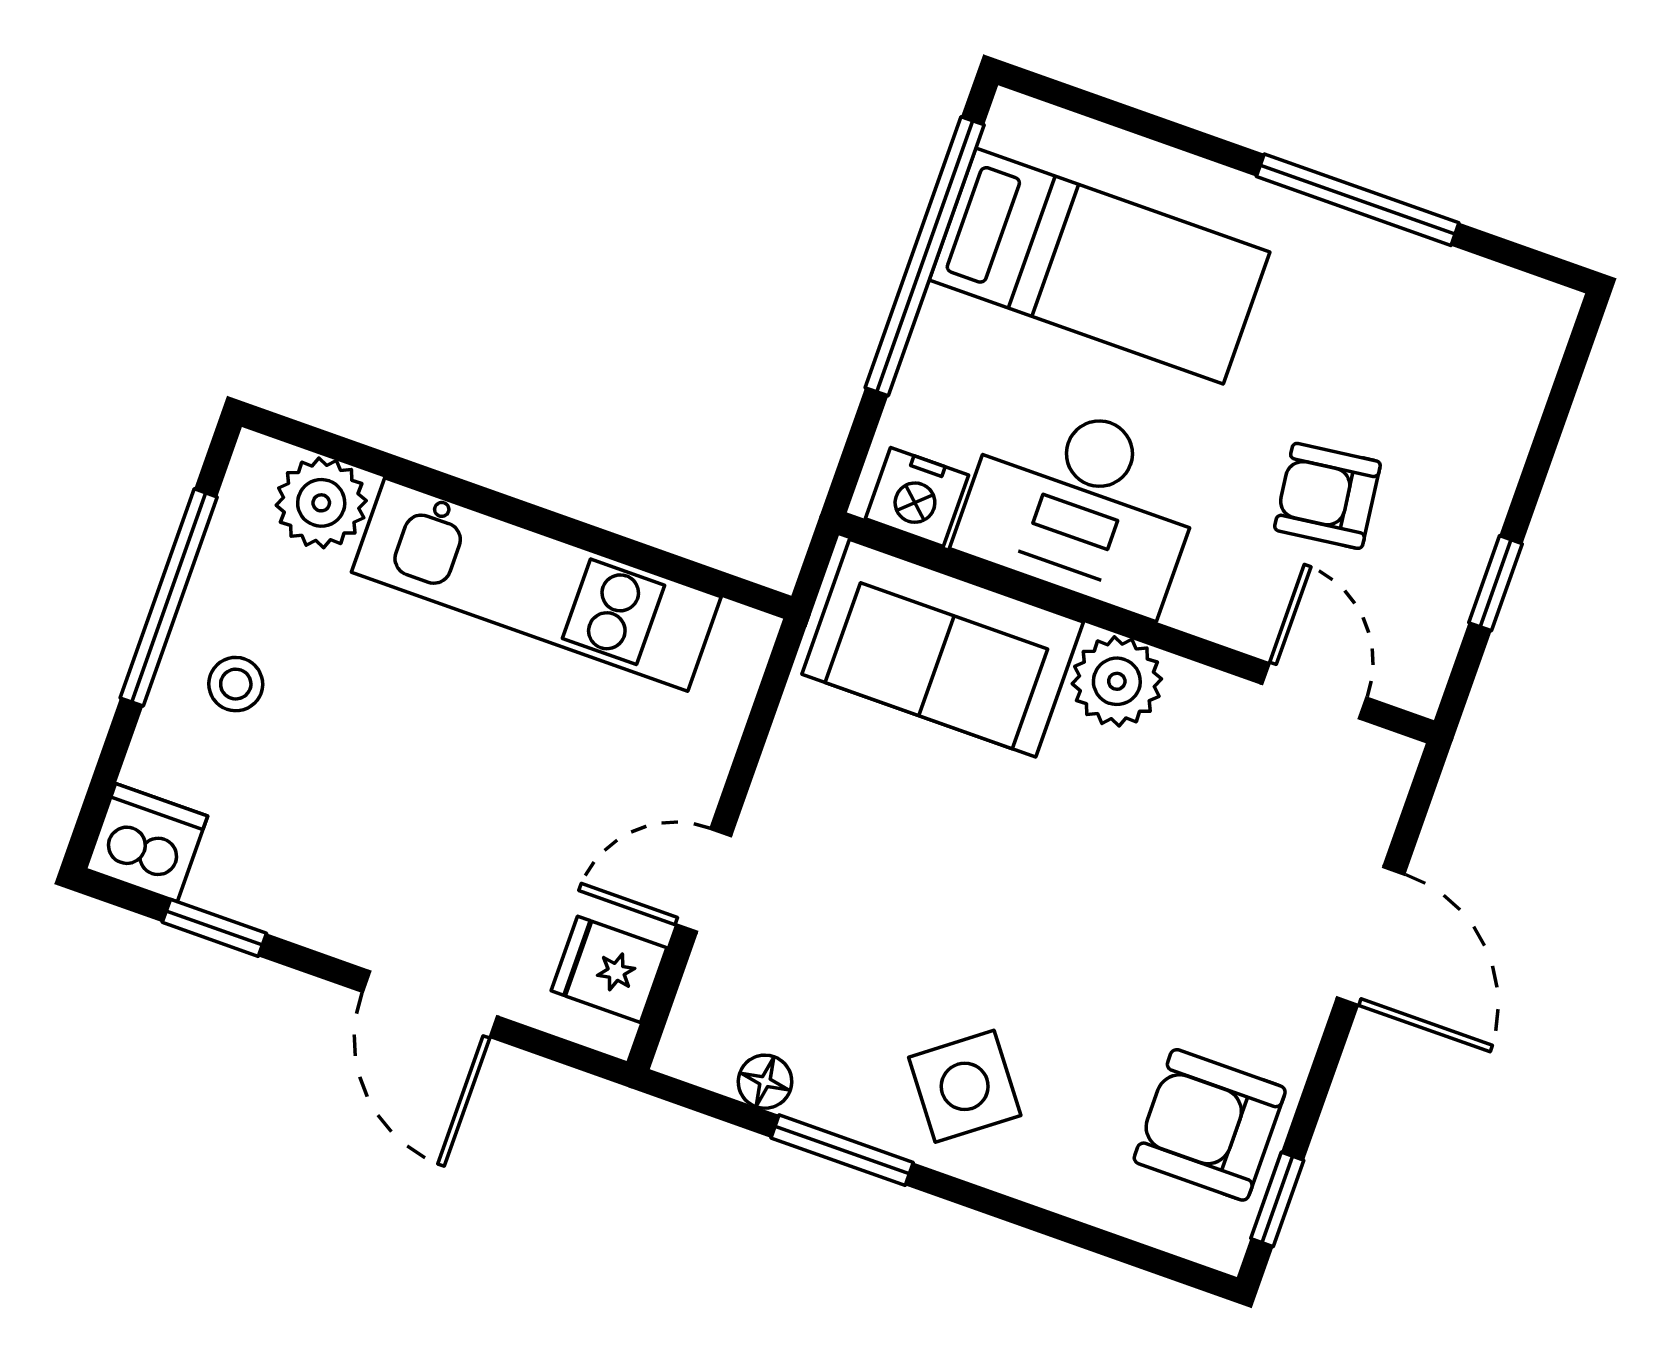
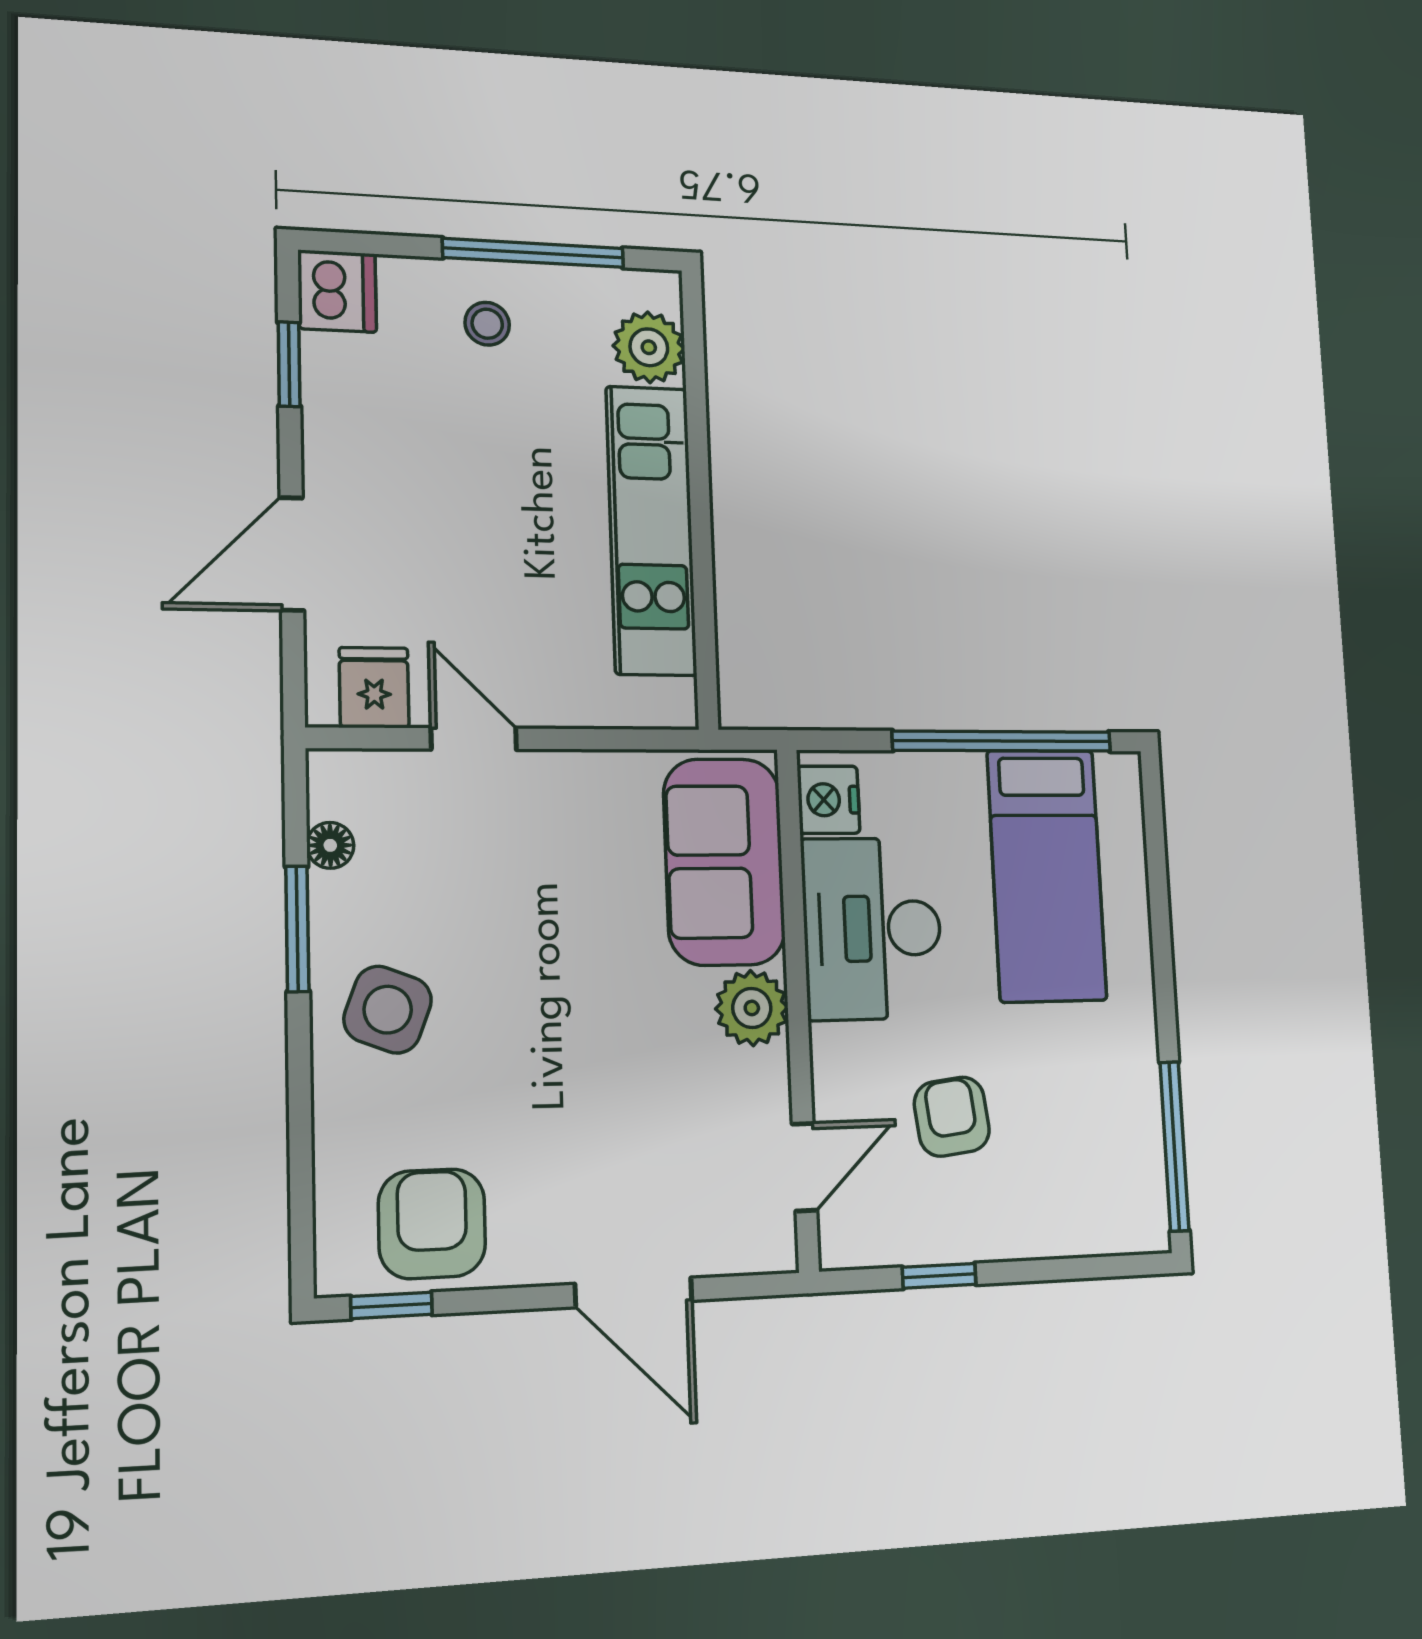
window: (1358, 200) -> (1174, 1146), moved
door: (1371, 936) -> (634, 1292), hinge flipped
side table: (965, 1086) -> (388, 1010), turned -32

